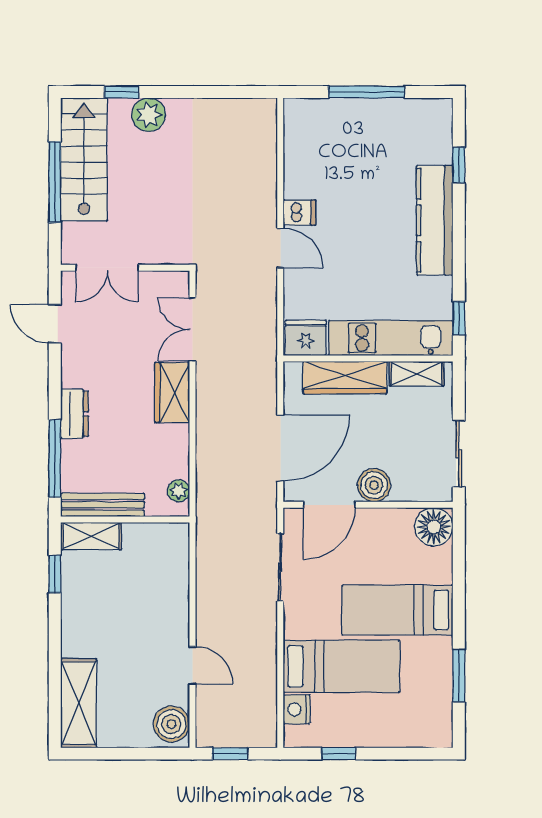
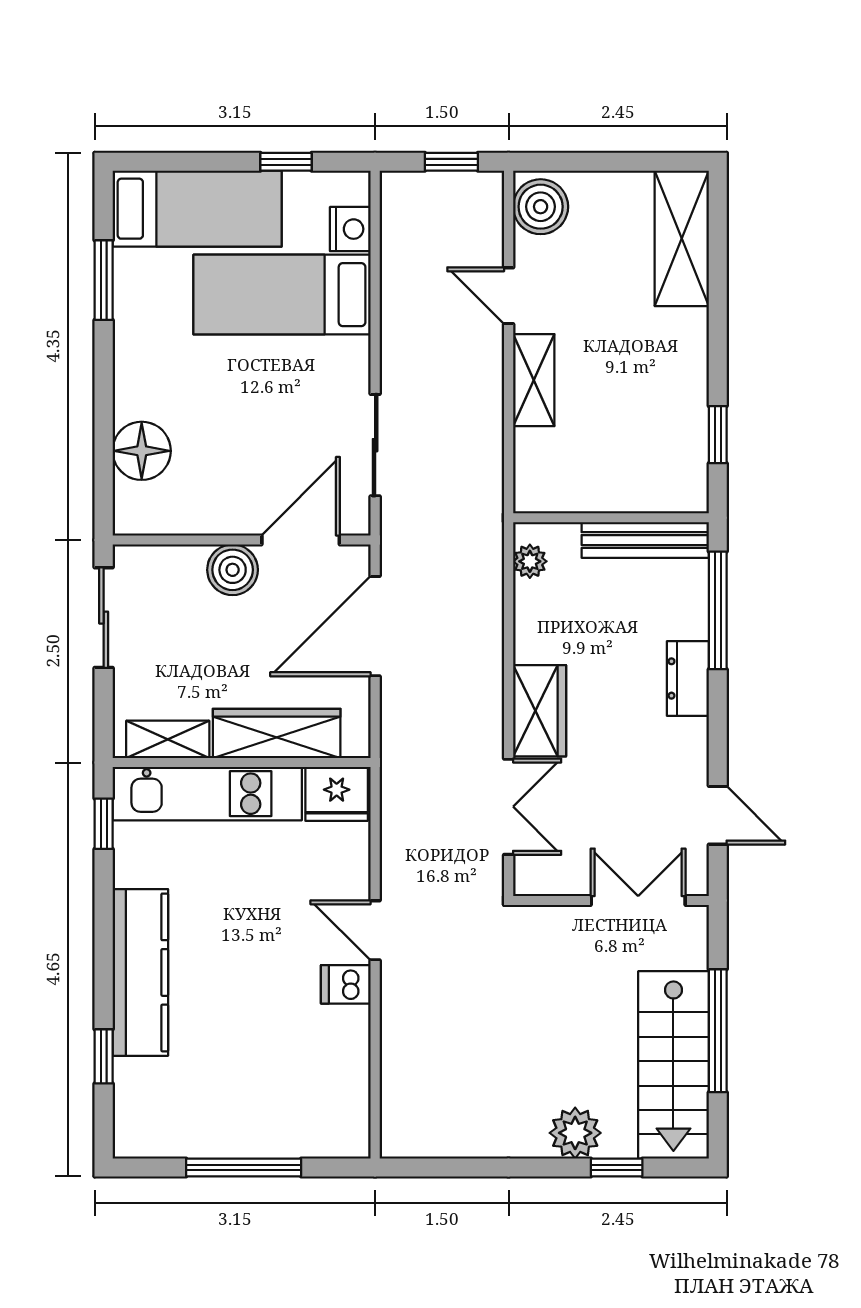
floor lamp: (434, 527) -> (142, 451), moved
shelving: (91, 536) -> (534, 380), moved, turned 90
bed: (397, 610) -> (197, 209), moved

